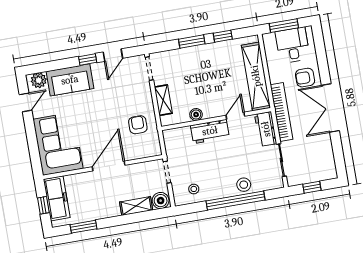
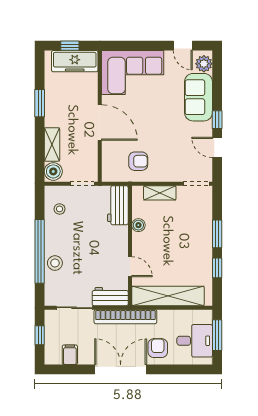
workbench: (210, 131) -> (118, 205), moved
filing cabinet: (325, 157) -> (70, 355), added
window: (84, 227) -> (40, 103), moved

